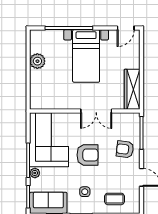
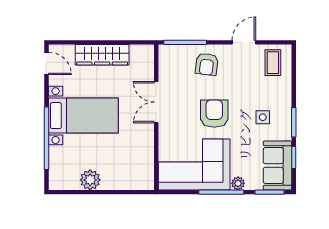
wardrobe: (132, 89) -> (102, 55), moved
double door: (96, 111) -> (156, 102), swing flipped
coffee table: (114, 199) -> (273, 63), moved

